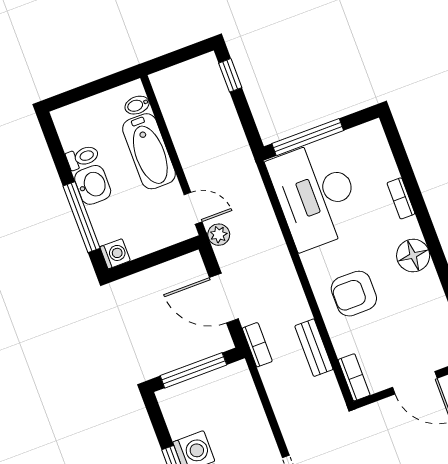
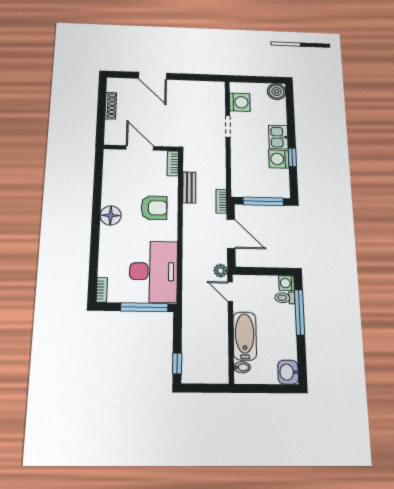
toilet: (83, 157) -> (285, 298), moved
washbasin: (93, 185) -> (288, 372), moved
bookcase: (401, 198) -> (102, 290), moved

